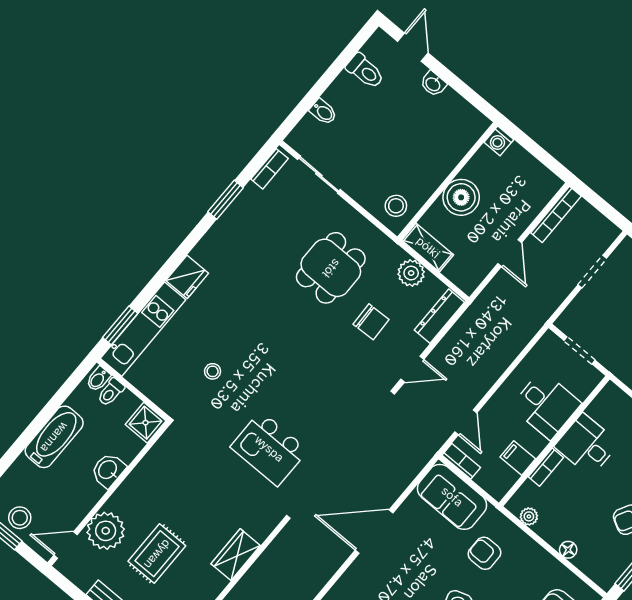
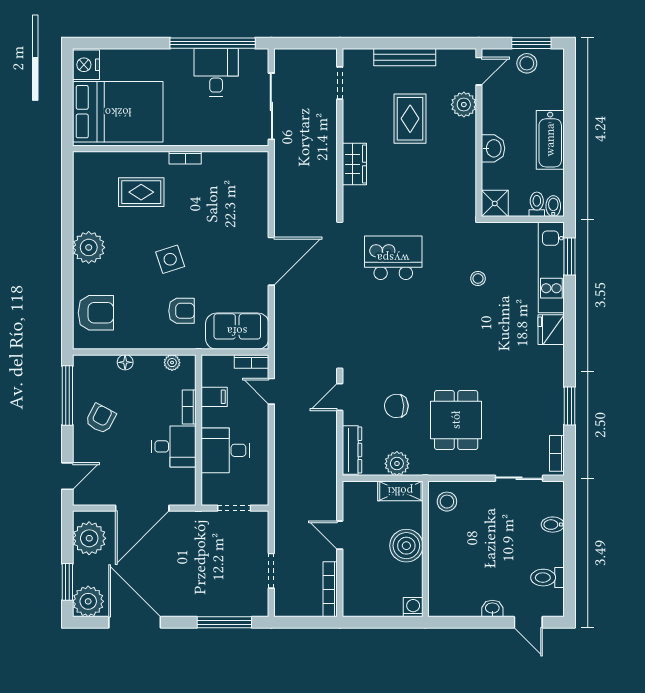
plant: (106, 531) -> (464, 105), width x0.73, depth x0.73

